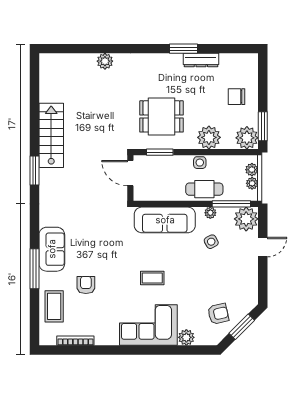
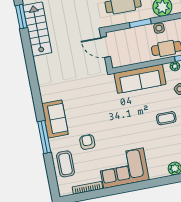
window: (160, 152) -> (140, 23), moved
window: (34, 171) -> (21, 17), moved
coffee table: (152, 278) -> (166, 118), moved
corner sofa: (148, 325) -> (123, 168), moved

